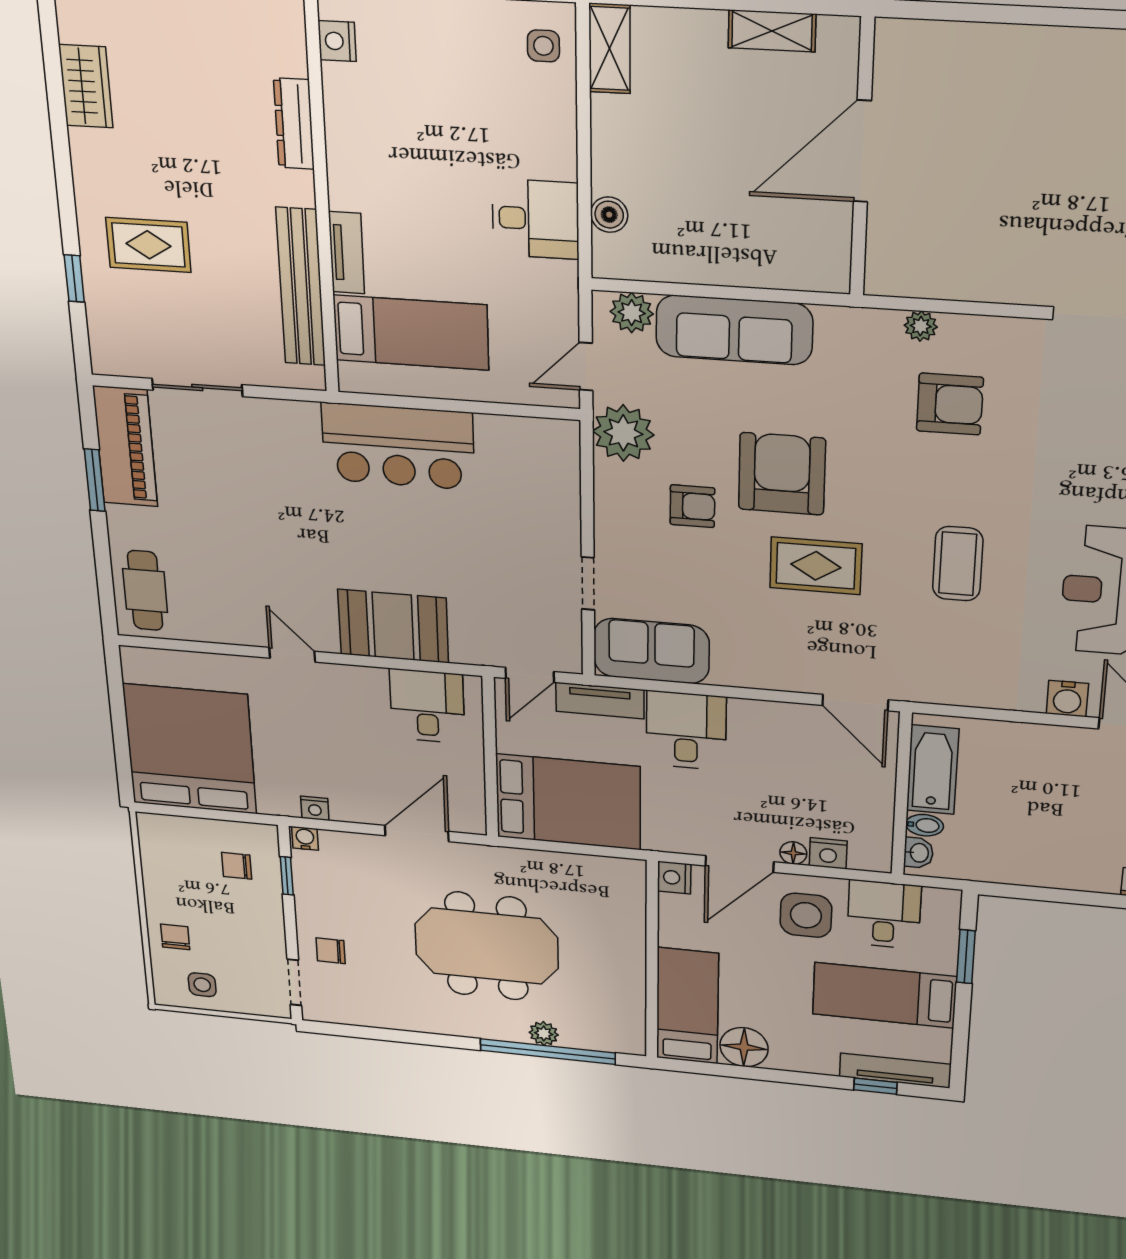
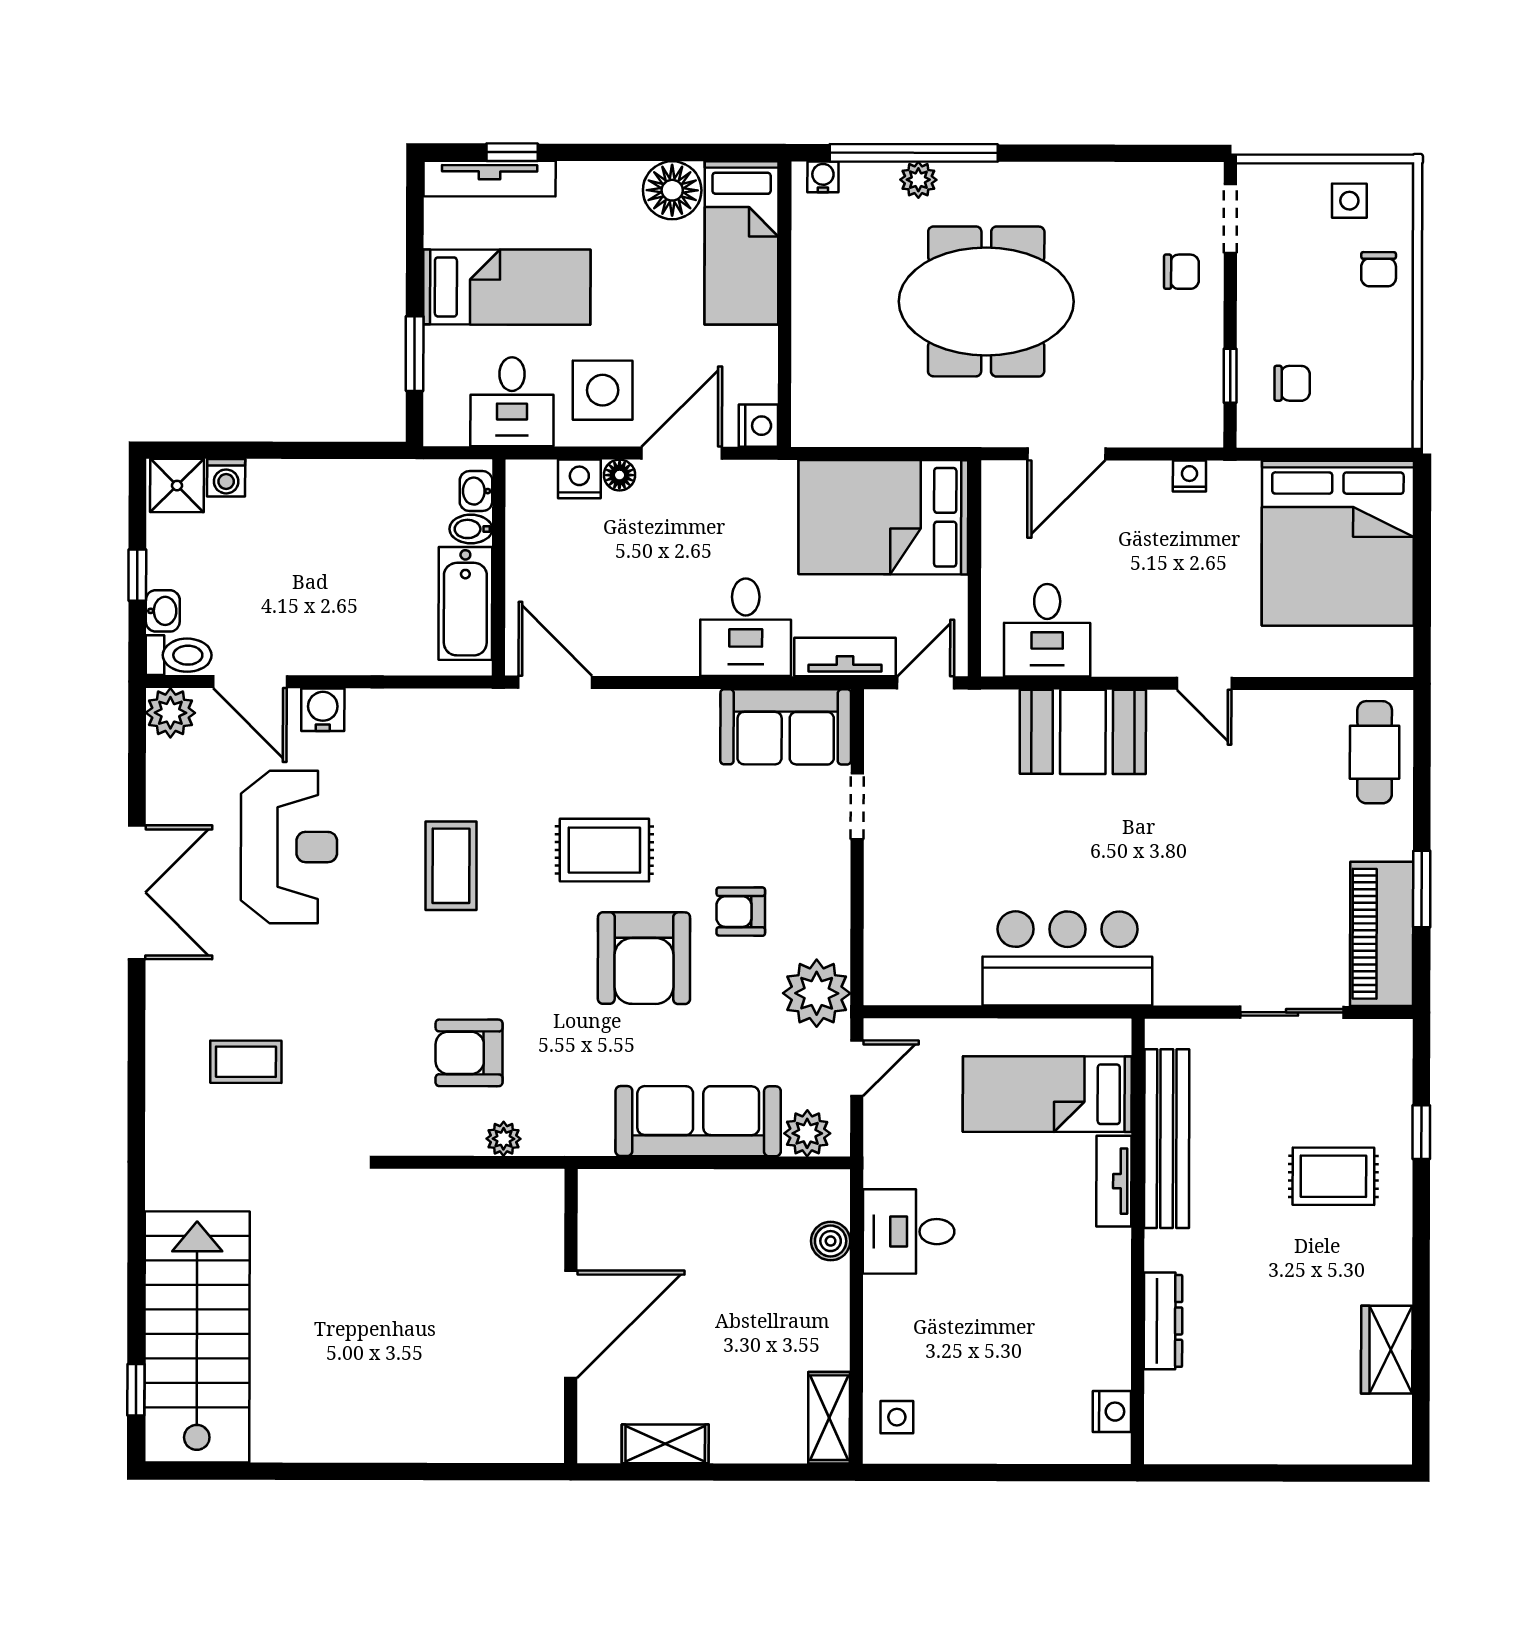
water cooler: (305, 838) -> (823, 177), moved, turned 180

